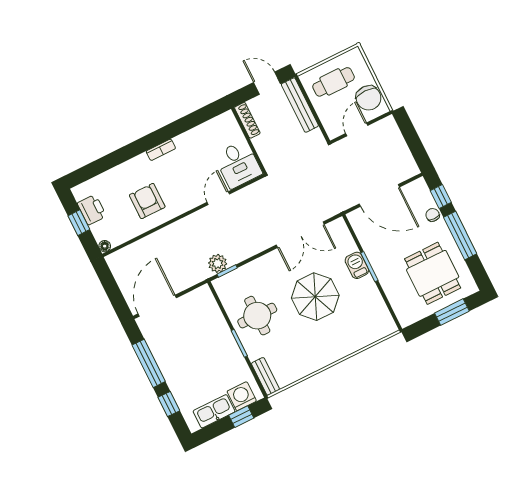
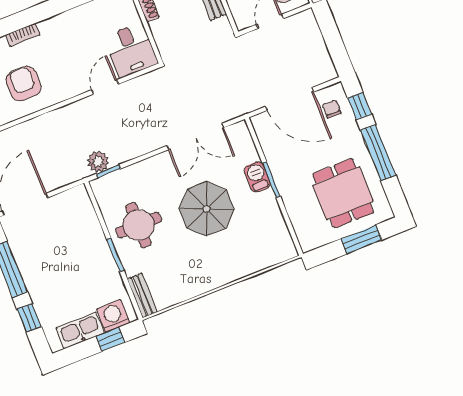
bookcase: (161, 150) -> (23, 35), moved
chair: (433, 215) -> (332, 109), moved

